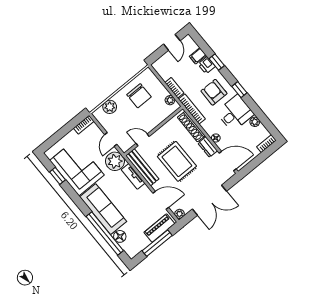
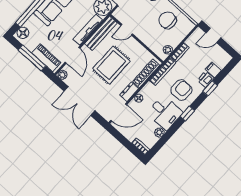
door: (172, 42) -> (213, 35), moved
chair: (139, 96) -> (168, 20), turned 90
door: (143, 140) -> (127, 30), swing flipped
door: (228, 161) -> (119, 112), hinge flipped
tv unit: (133, 176) -> (88, 30), width x1.41
floor lamp: (120, 236) -> (23, 33), moved

